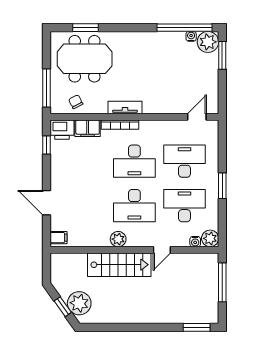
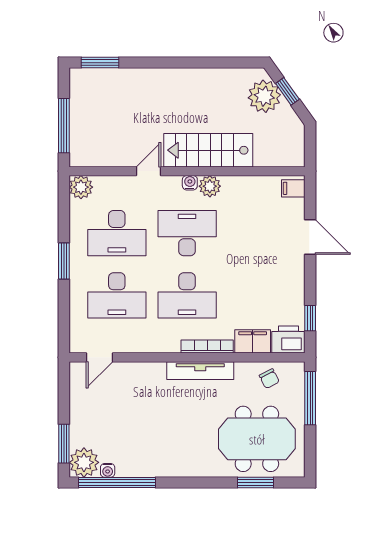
tv unit: (125, 108) -> (200, 371), width x1.41
desk: (134, 161) -> (187, 295), turned 180
water cooler: (195, 242) -> (190, 183), moved

